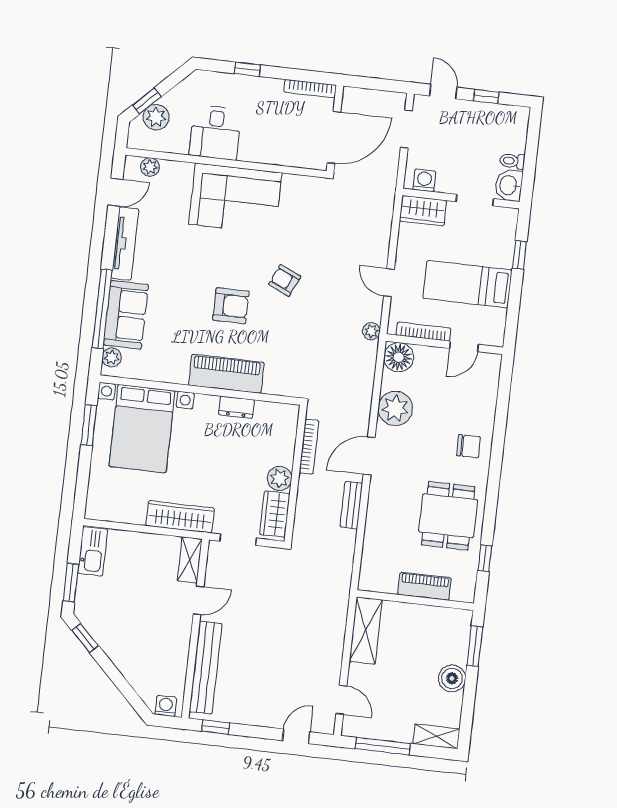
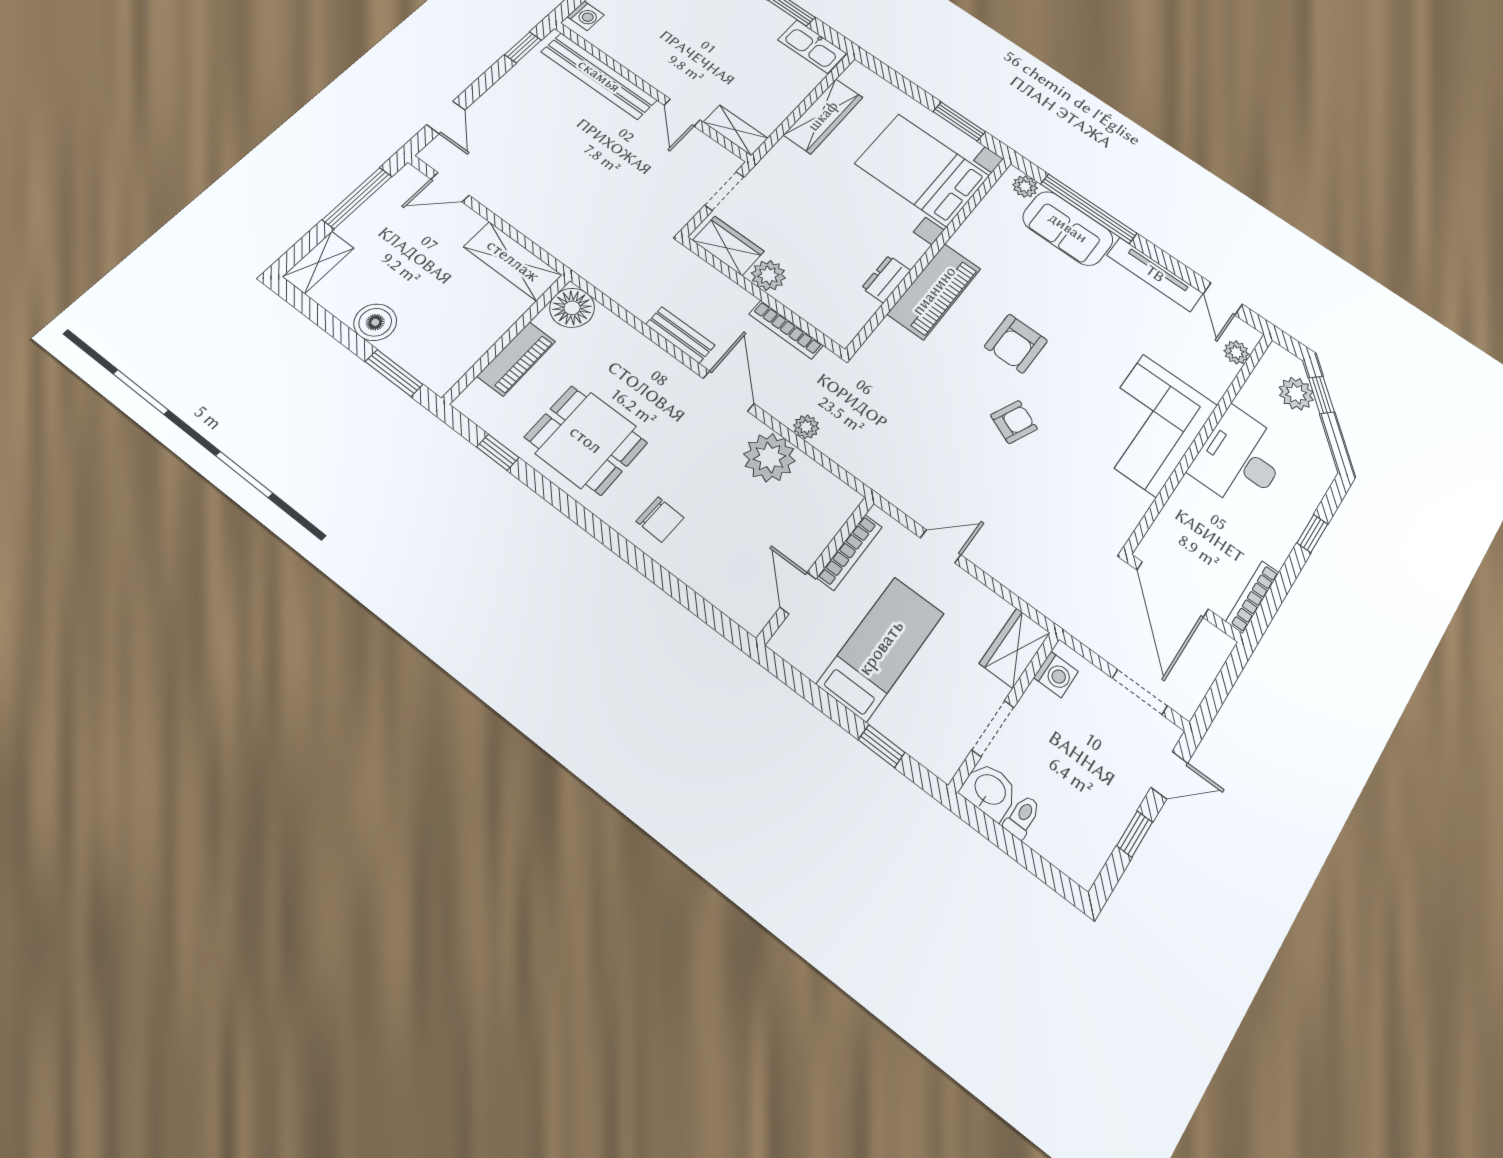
desk: (215, 132) -> (1240, 459), width x1.37
plant: (371, 331) -> (806, 427), moved
floor lamp: (399, 357) -> (572, 308), moved
chair: (469, 446) -> (660, 519), turned -88
wardrobe: (180, 517) -> (823, 116), moved

